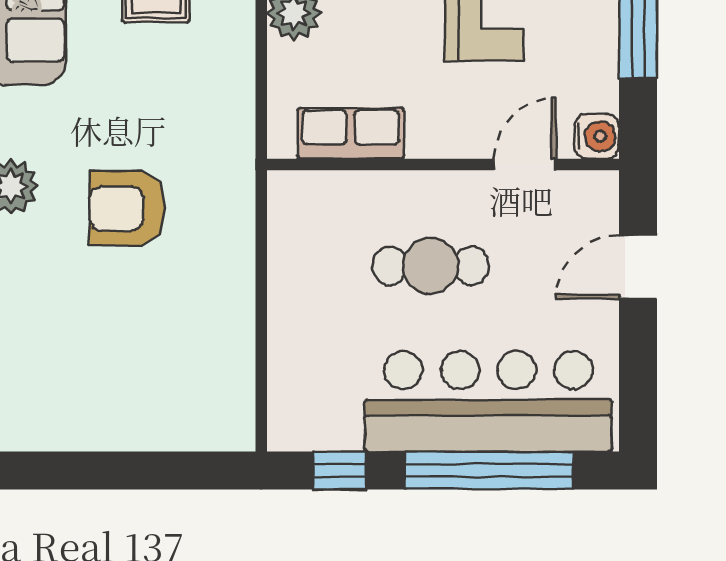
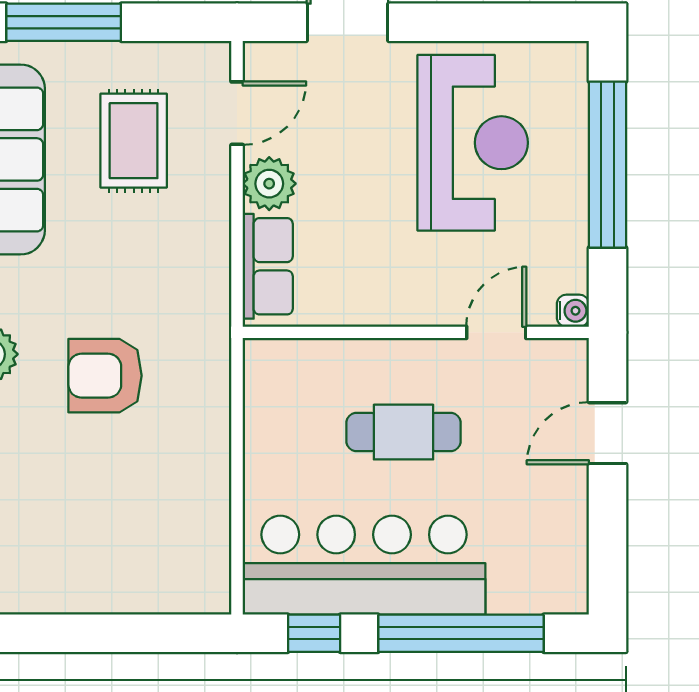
row of seats: (351, 133) -> (268, 266), moved, turned 90
water cooler: (597, 136) -> (573, 311), width x0.72, depth x0.72
bar counter: (488, 401) -> (364, 565), moved

